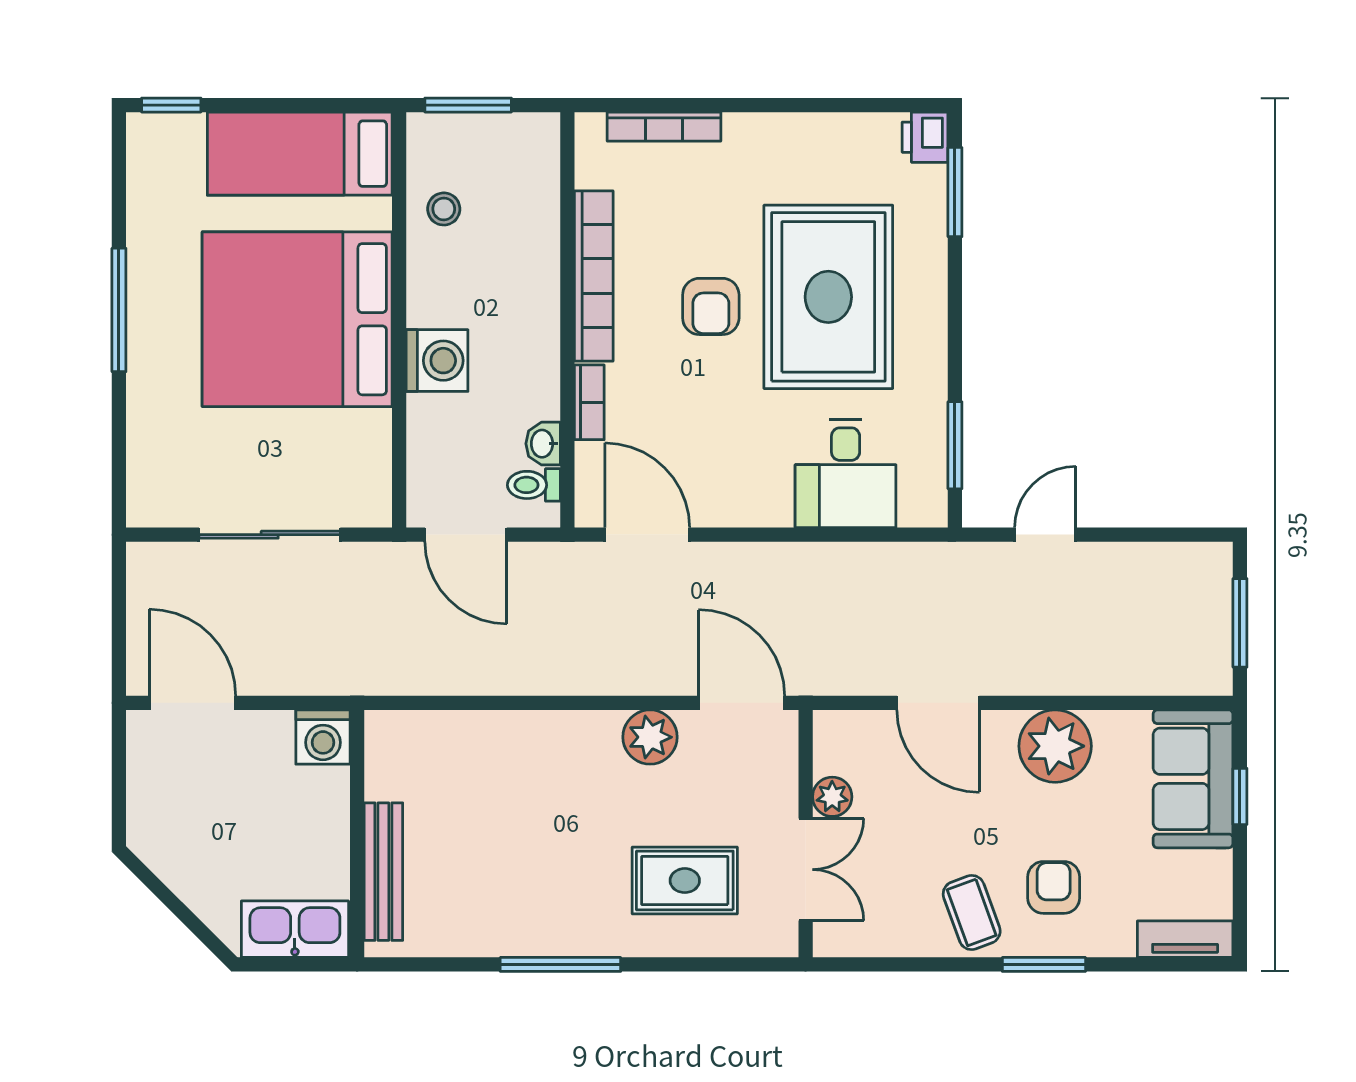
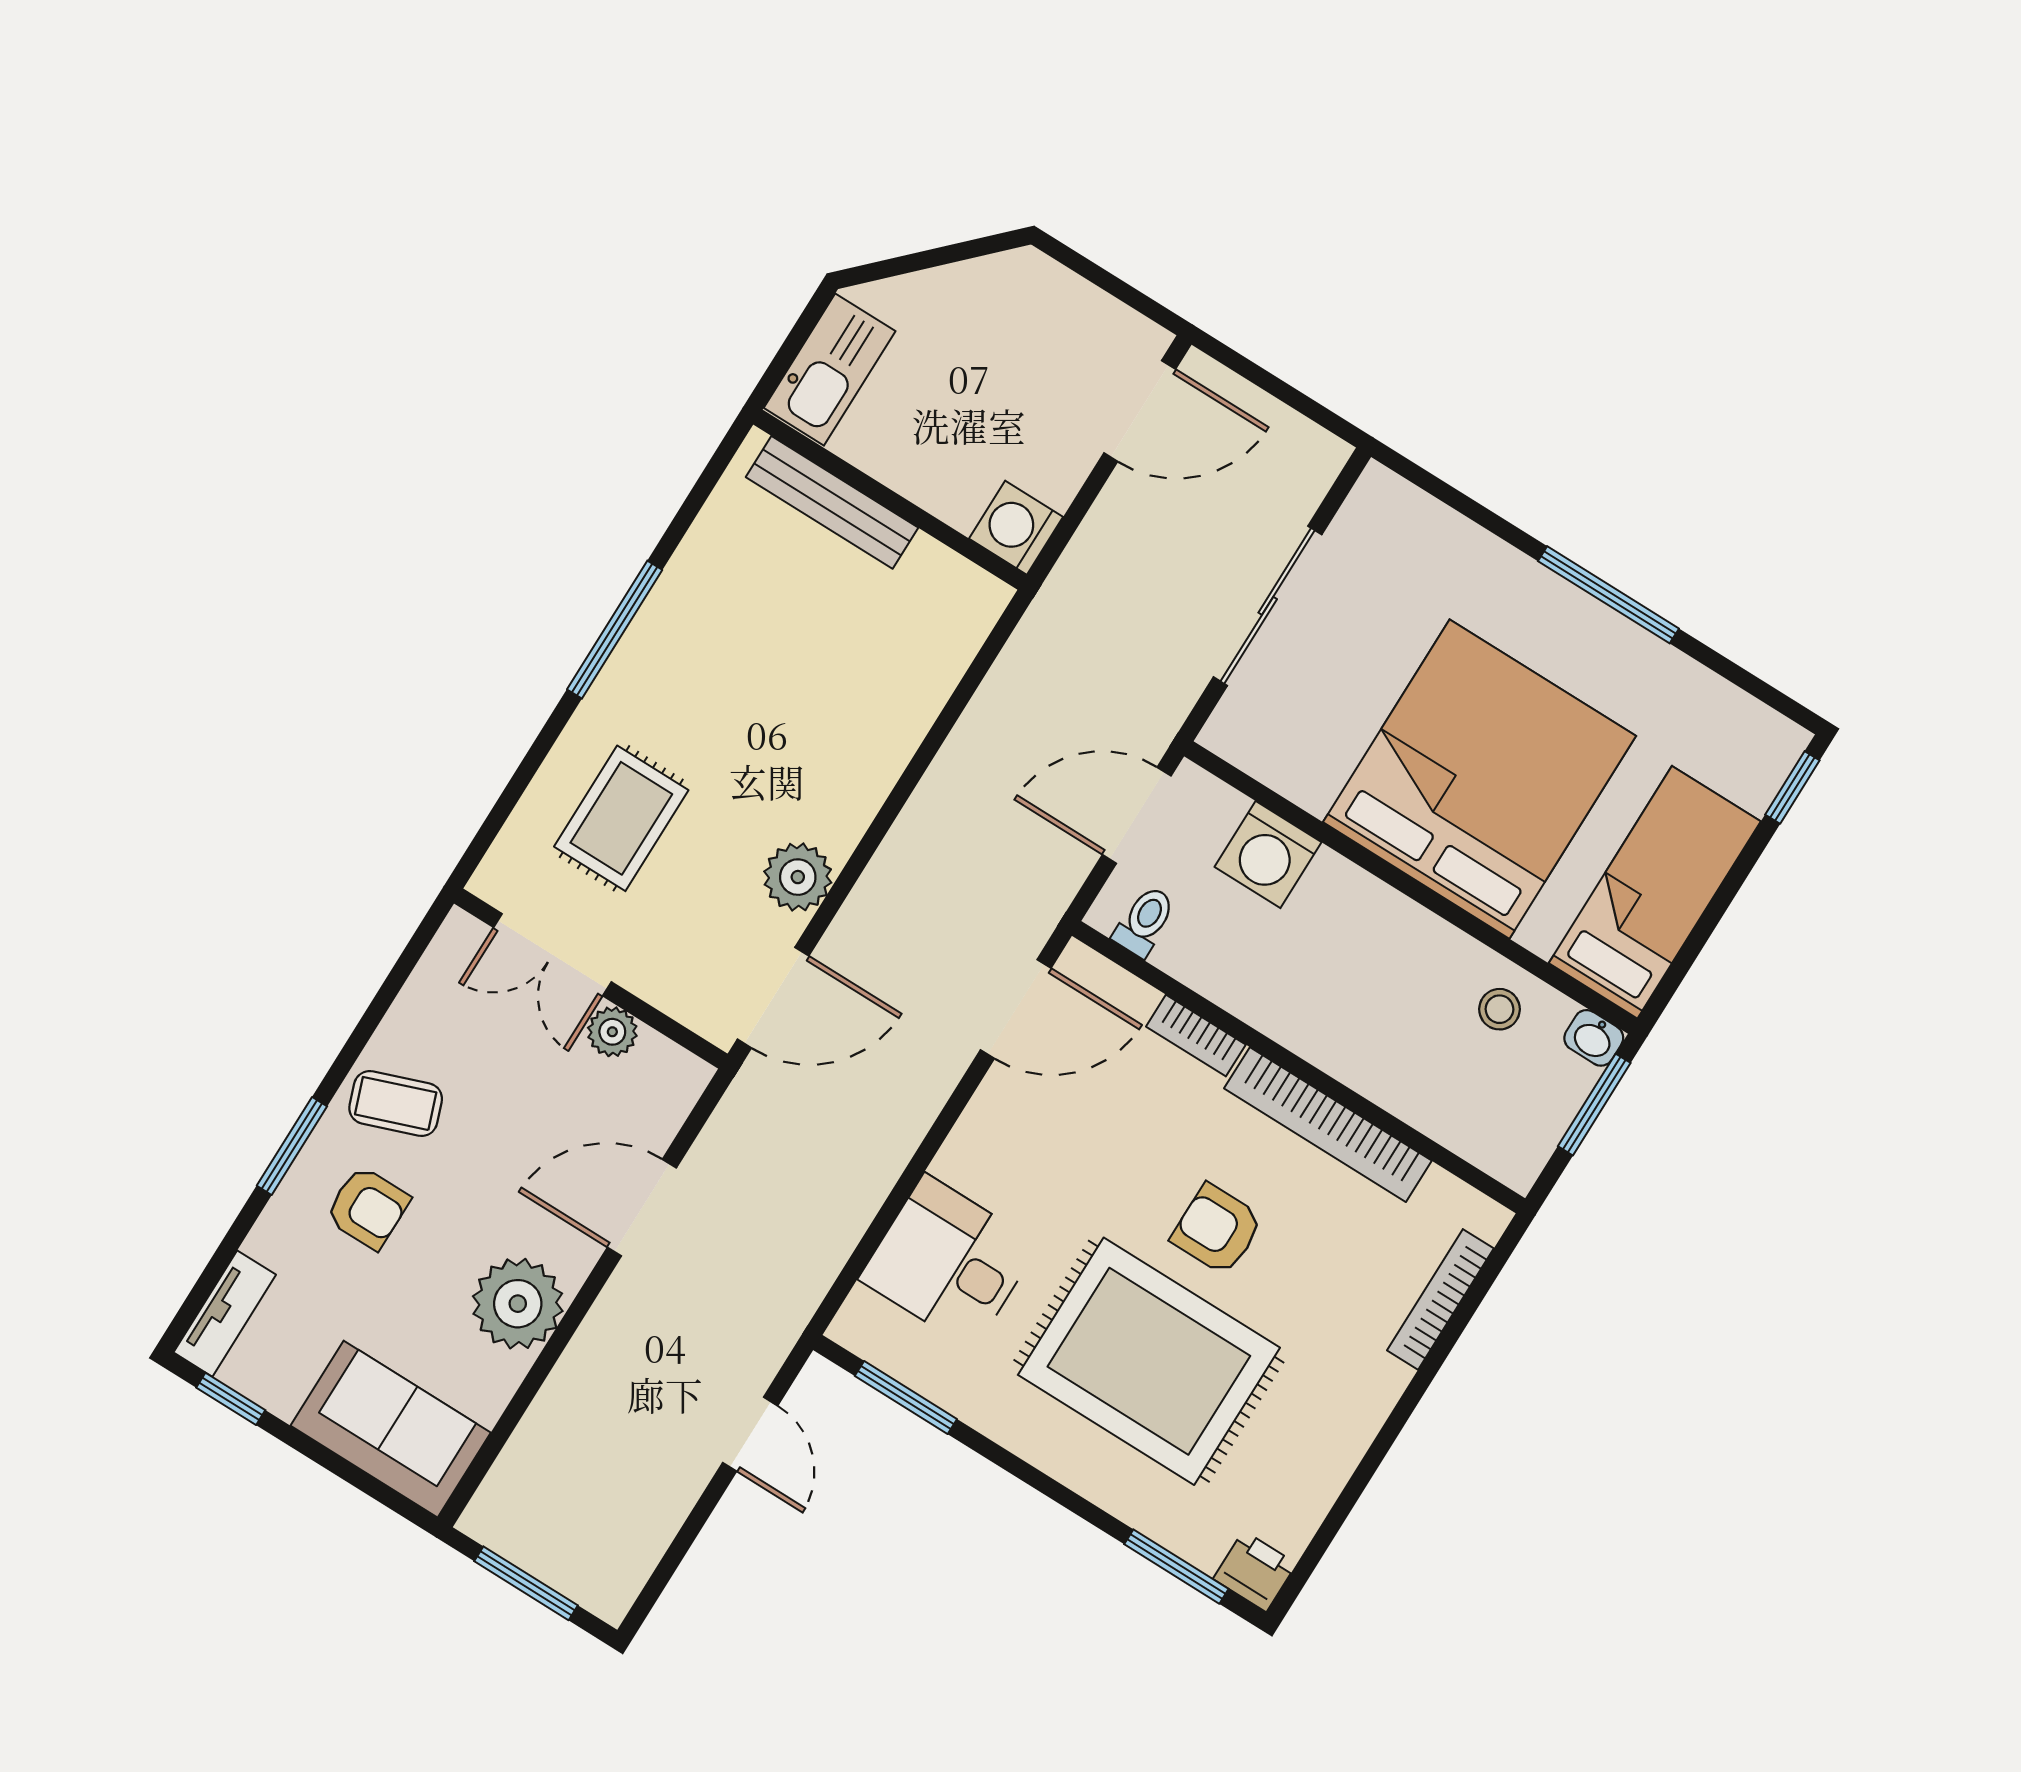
washing machine: (437, 361) -> (1268, 855), moved
washbasin: (543, 444) -> (1594, 1038), moved, turned 180
window: (1240, 796) -> (231, 1399), moved

